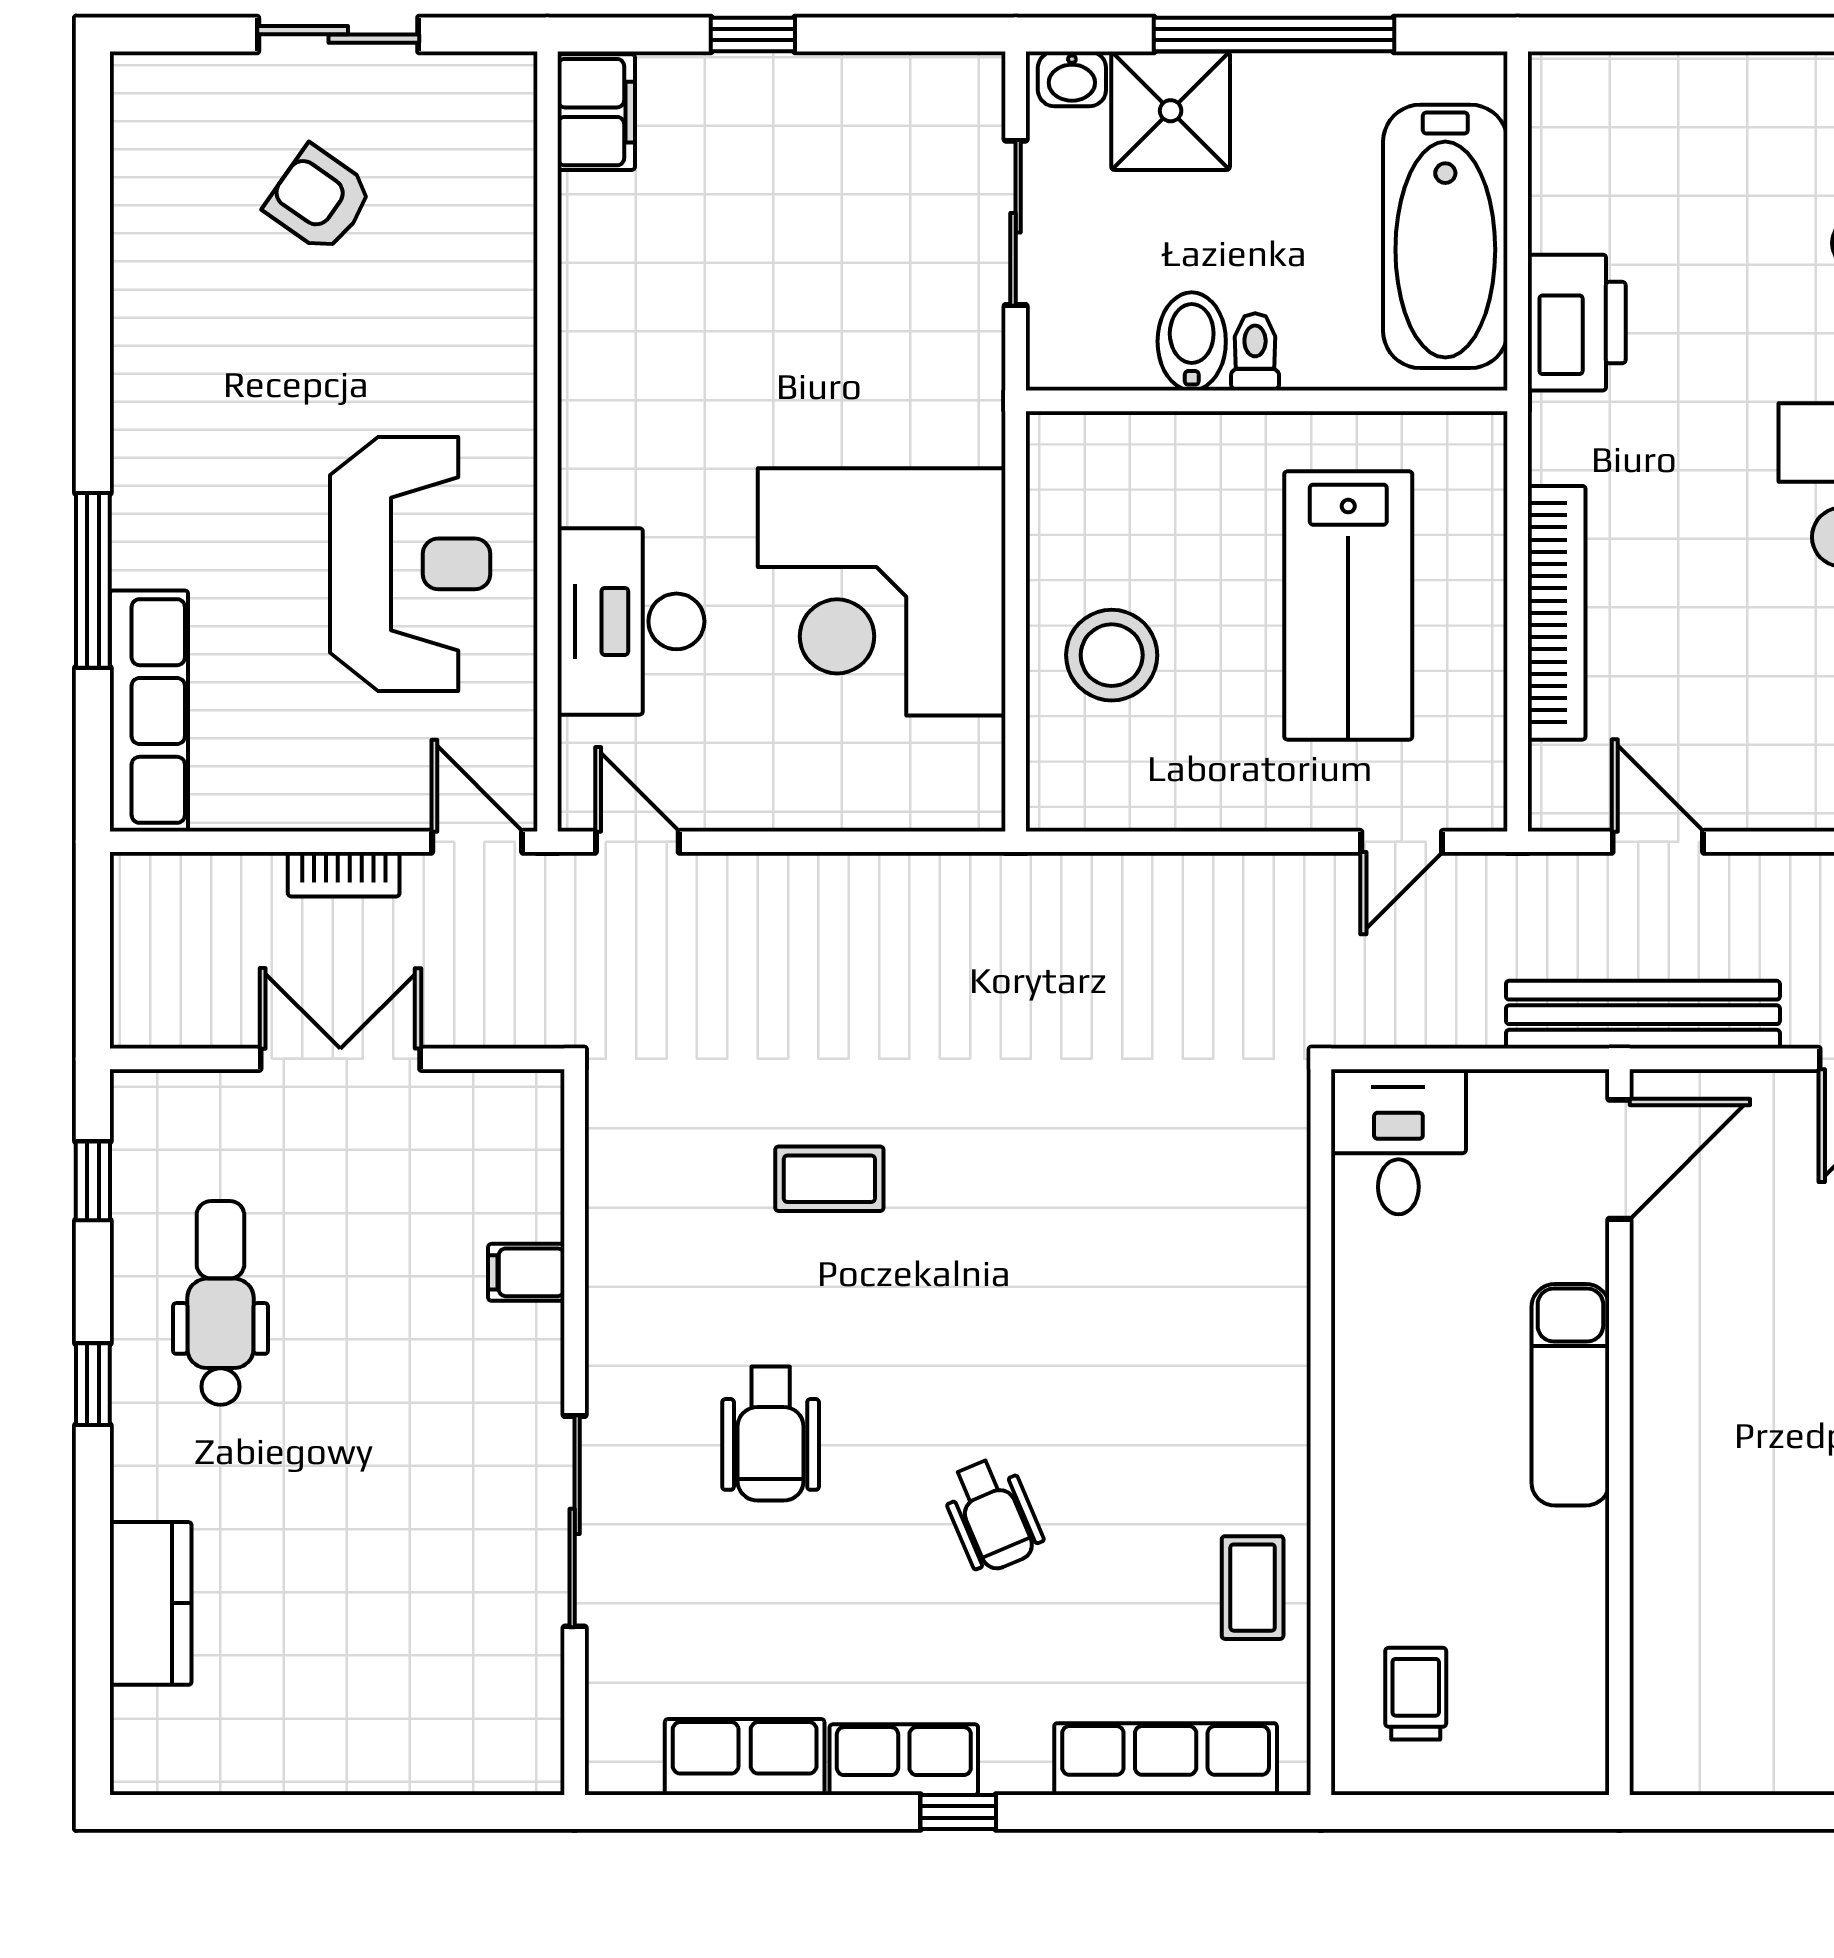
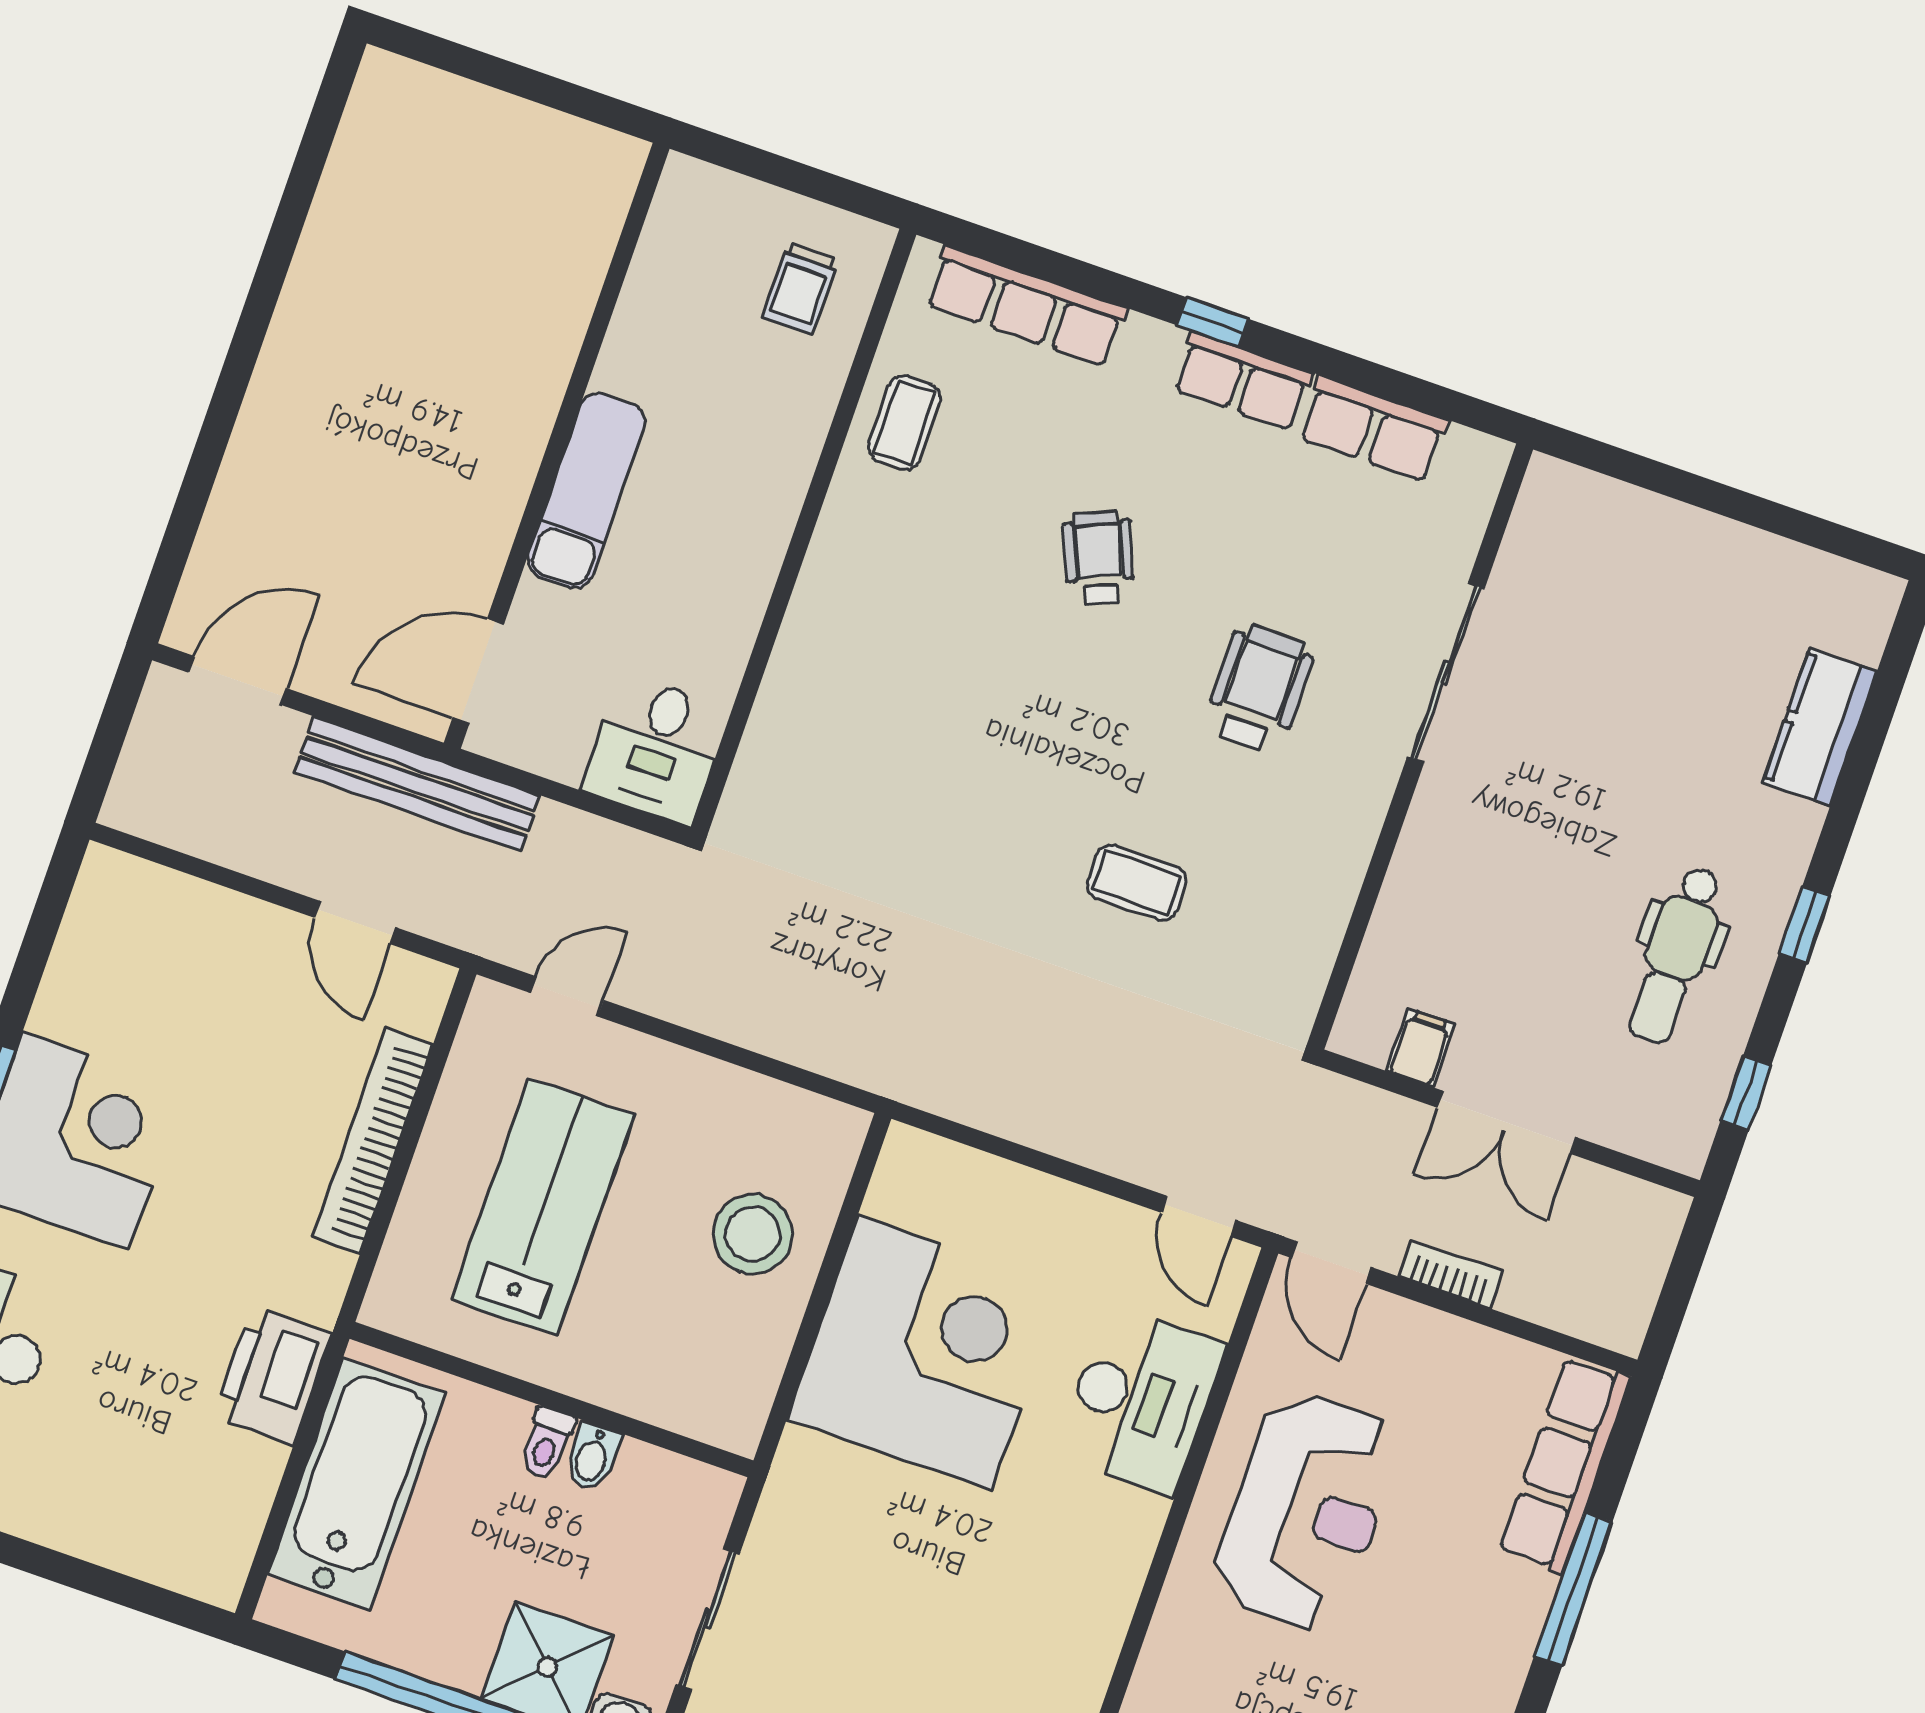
bidet: (1192, 341) -> (592, 1457), width x0.72, depth x0.74
reception desk: (410, 564) -> (1306, 1511), turned 180
filing cabinet: (526, 1272) -> (1420, 1048), moved, turned -90

